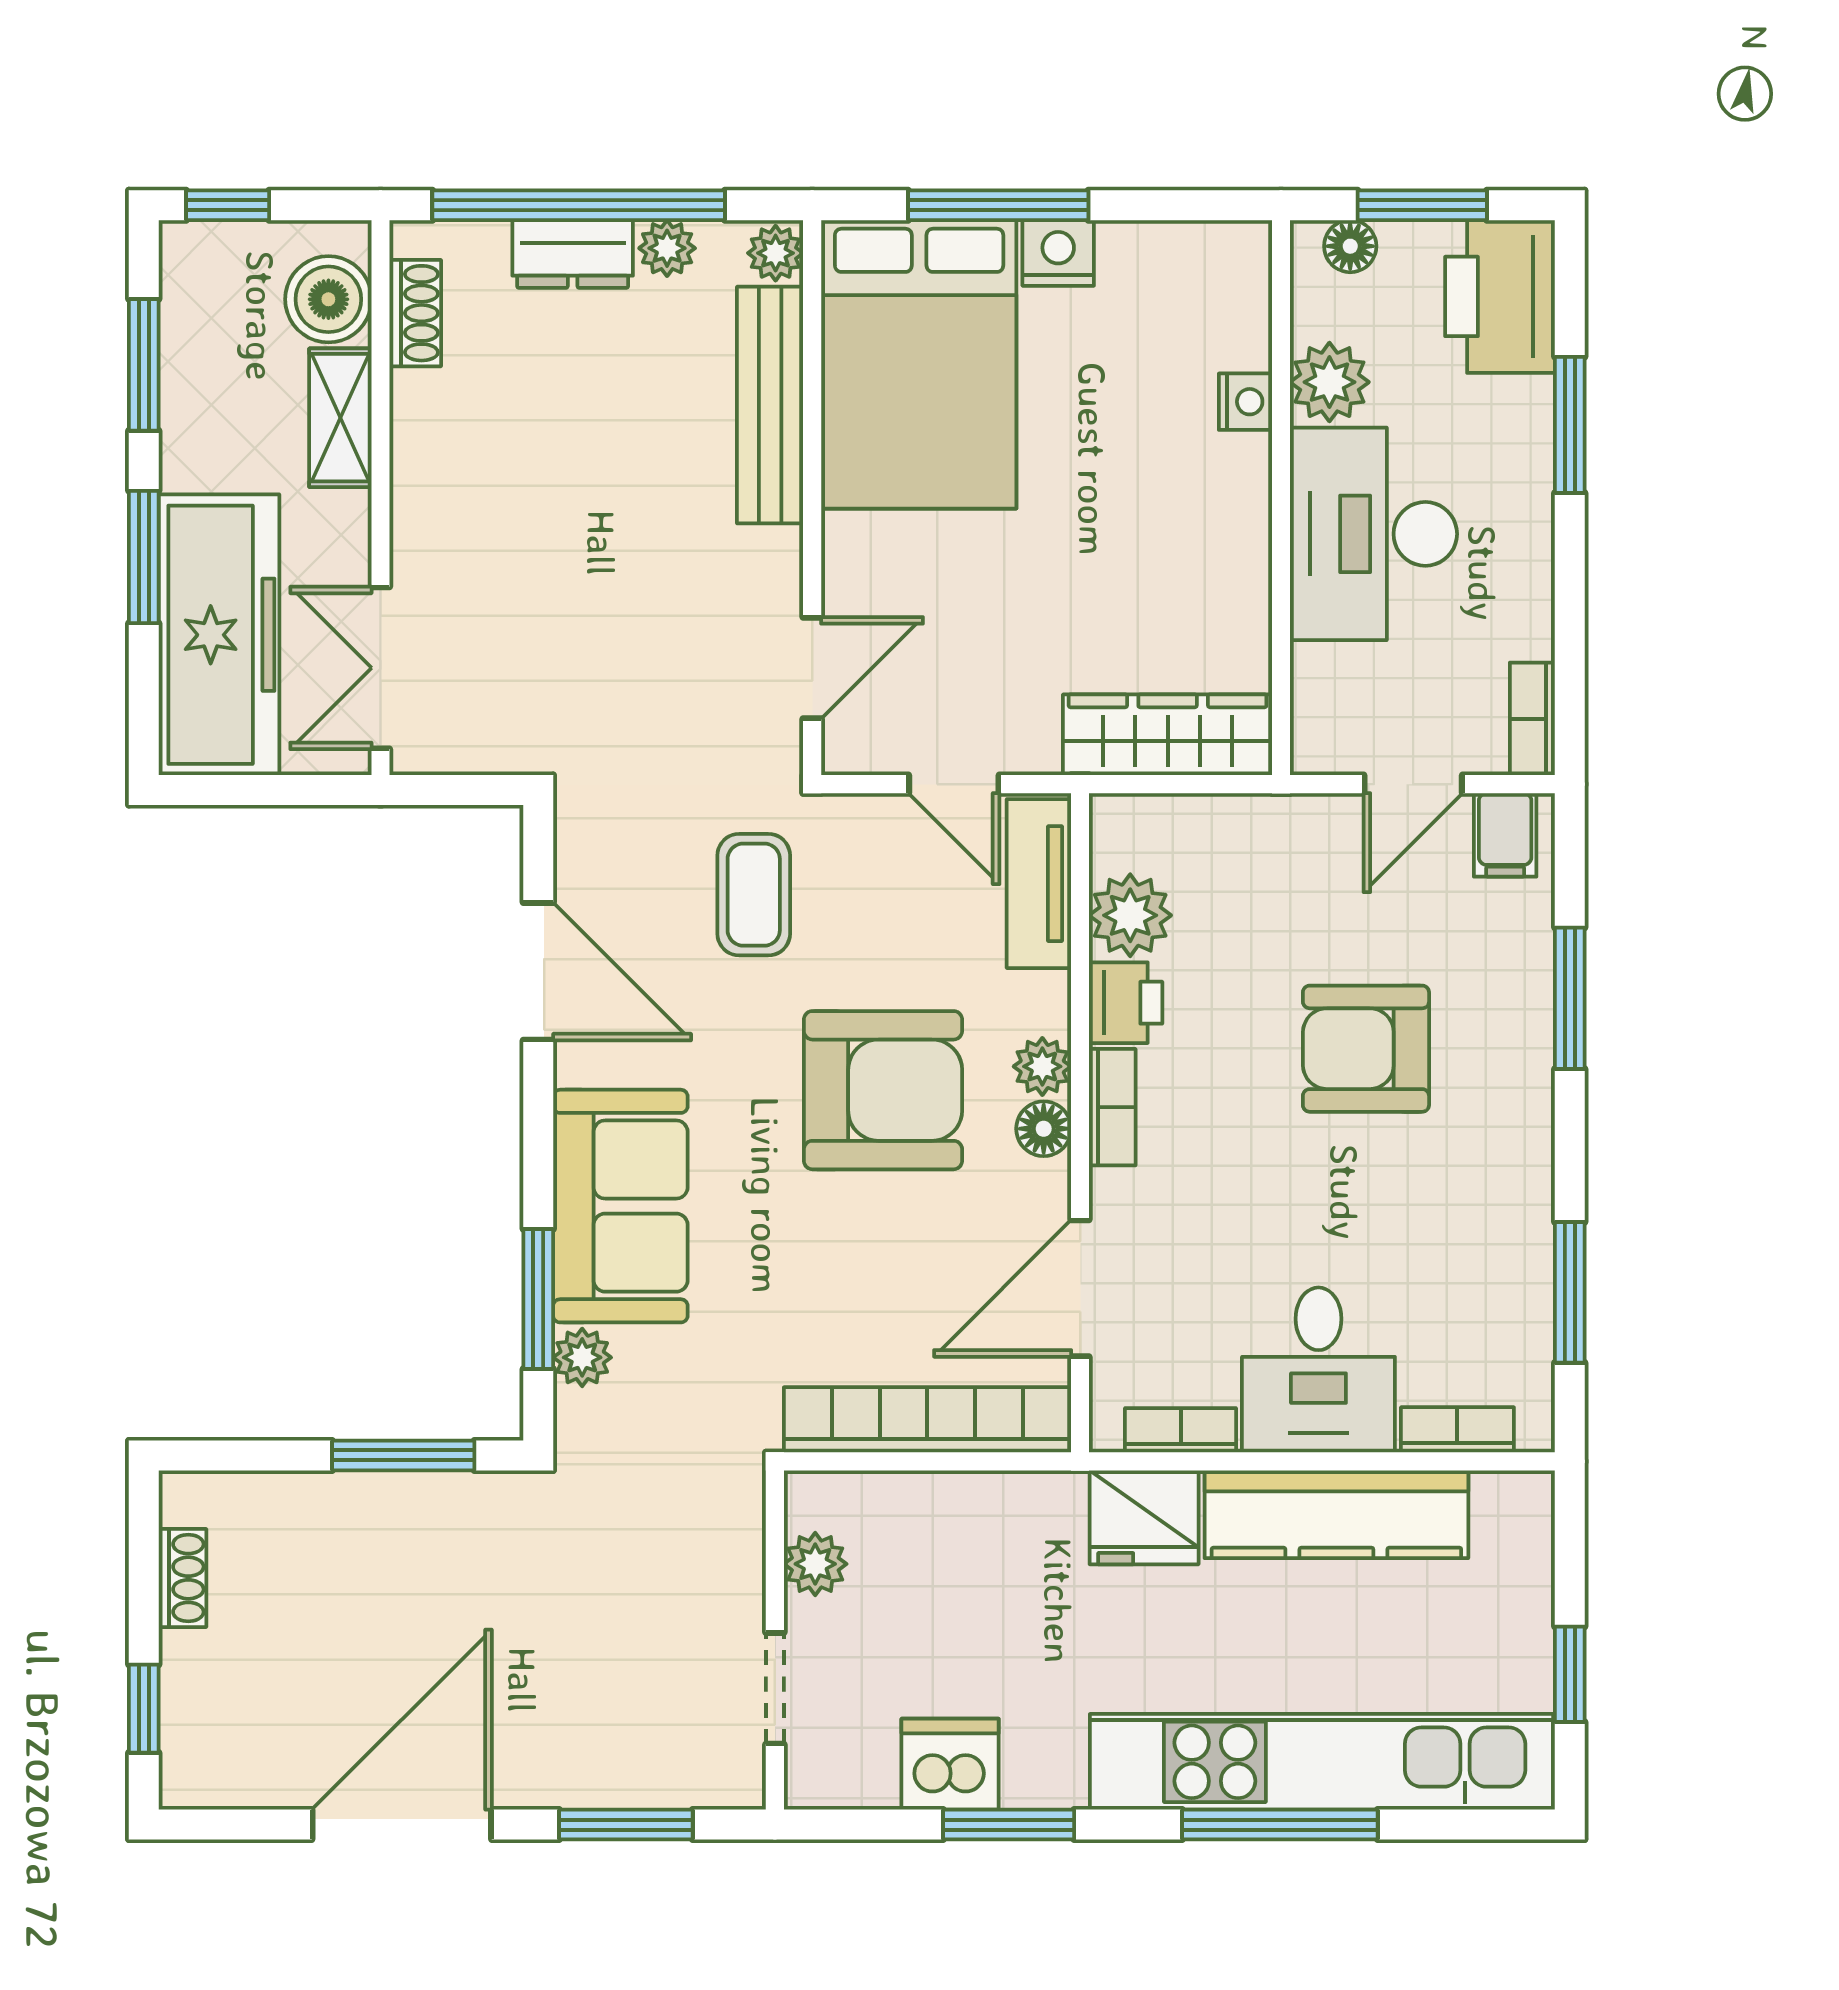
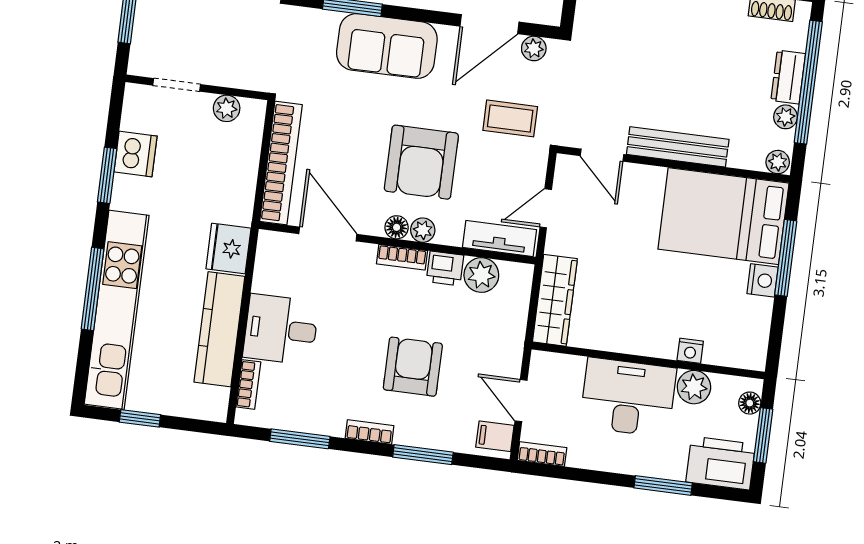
bench: (770, 405) -> (678, 147), moved
plant: (582, 1357) -> (534, 48), moved
bookcase: (1181, 1430) -> (369, 432), moved, turned -90

